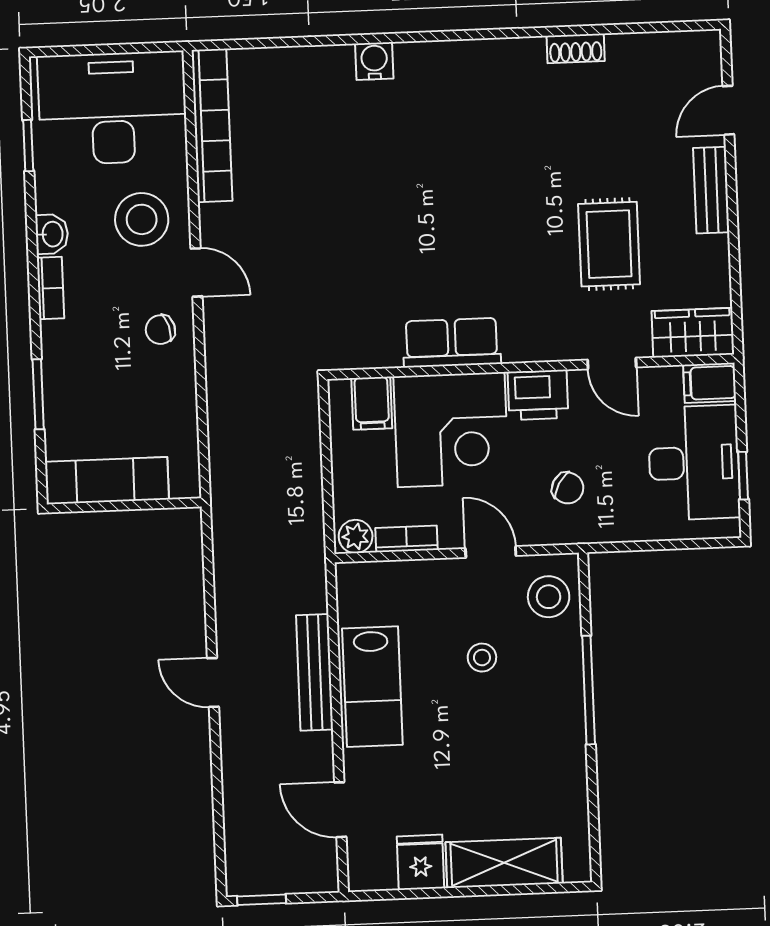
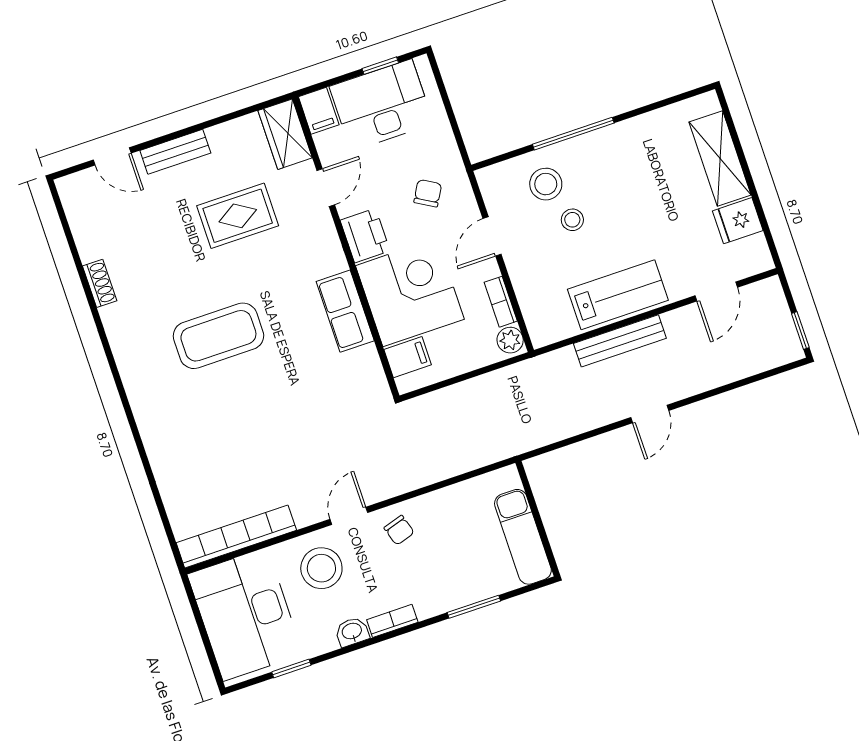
water cooler: (374, 61) -> (153, 430), removed
coffee table: (467, 177) -> (218, 336), added
stool: (549, 597) -> (546, 184), moved

